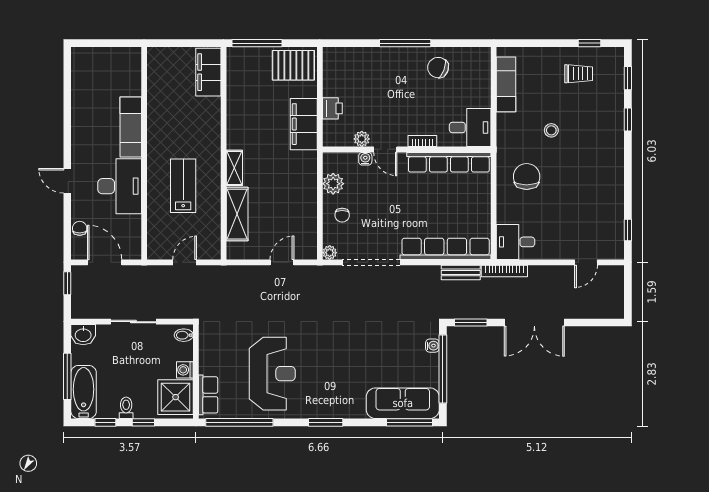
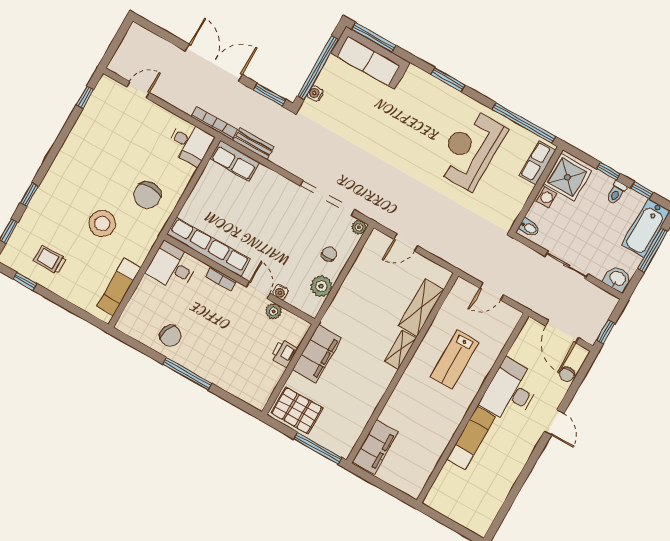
stool: (551, 130) -> (102, 223), width x1.89, depth x1.89
row of seats: (446, 249) -> (235, 161), width x0.50

